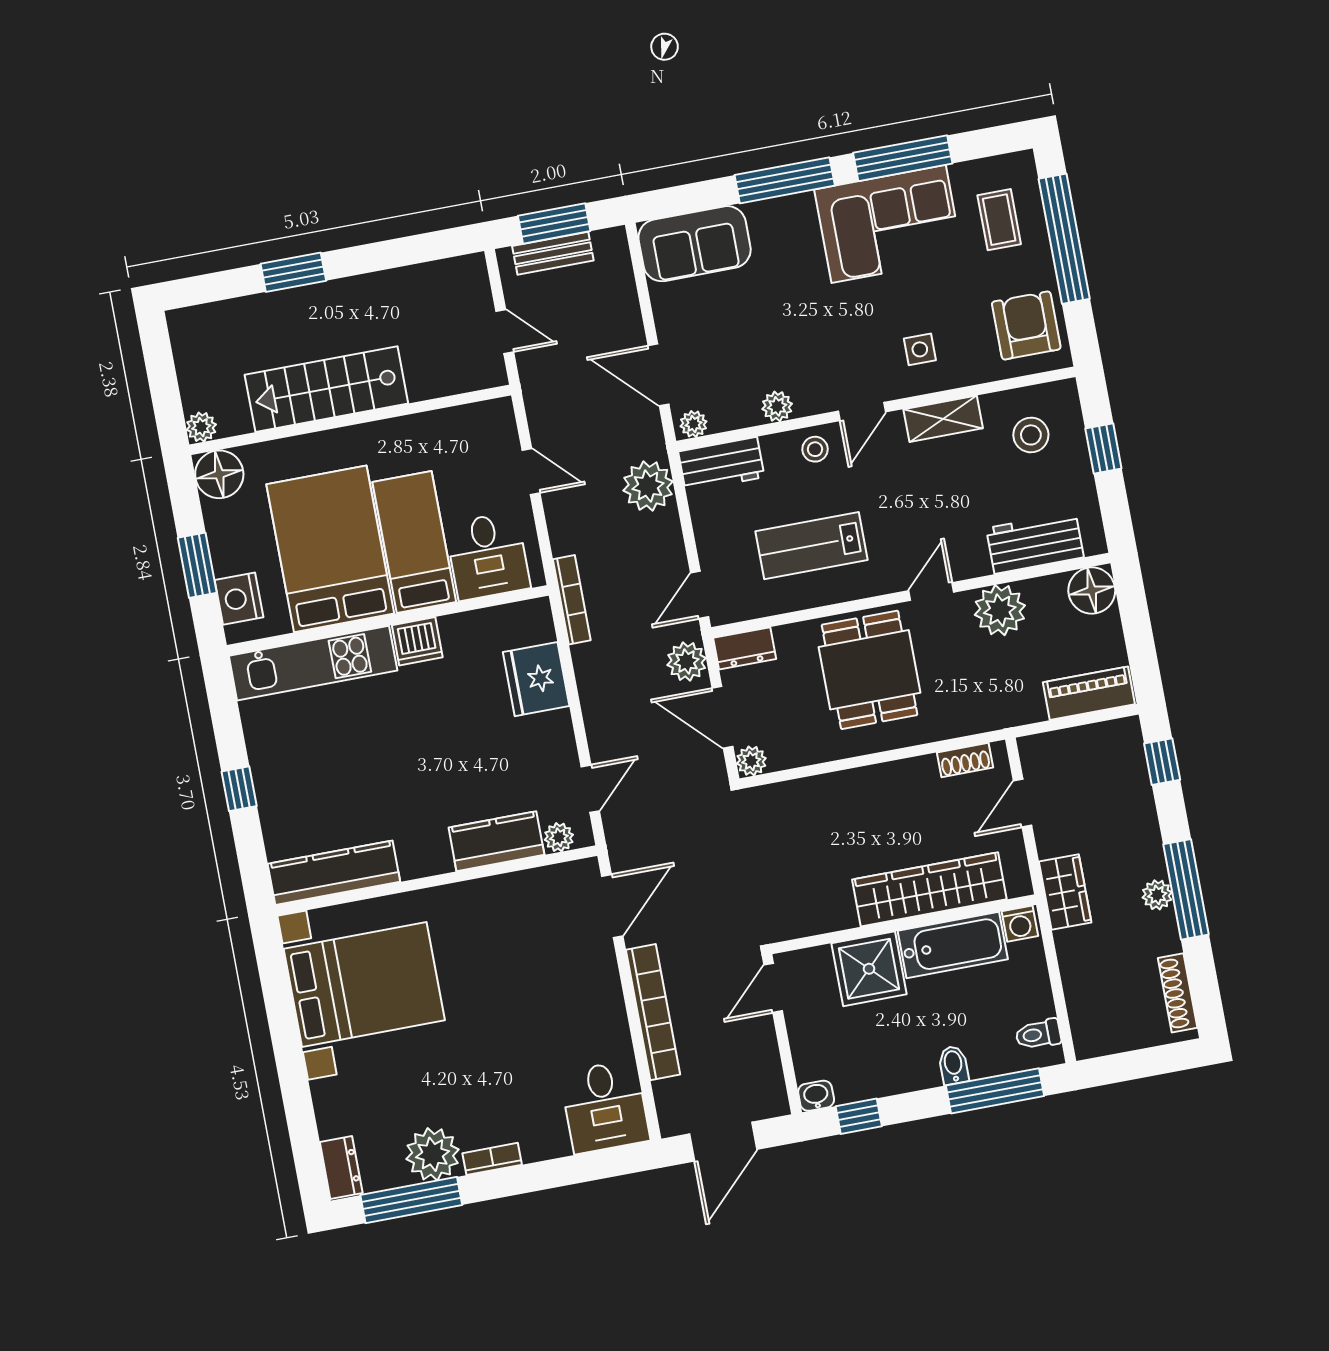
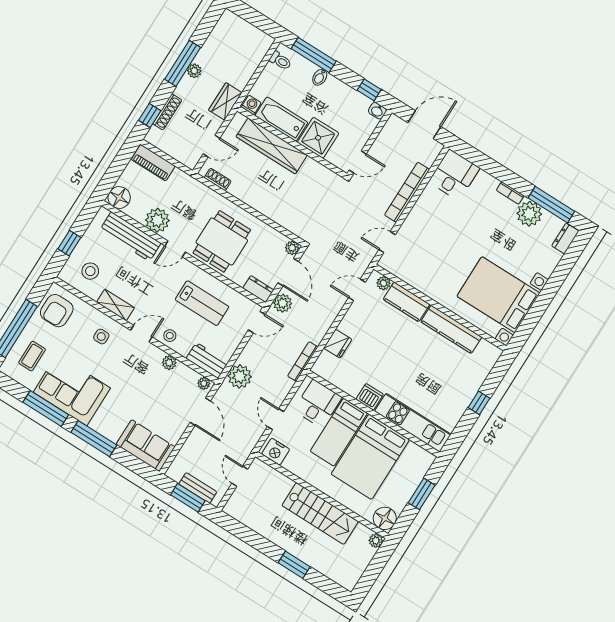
workbench: (1035, 543) -> (130, 237), width x1.38
nightstand: (239, 599) -> (276, 452), moved, turned 90
fridge: (536, 679) -> (338, 344), width x0.73, depth x0.75
kitchen counter: (334, 873) -> (451, 329), moved
door: (612, 906) -> (387, 242), width x0.73
shoe rack: (1178, 993) -> (167, 112), moved

